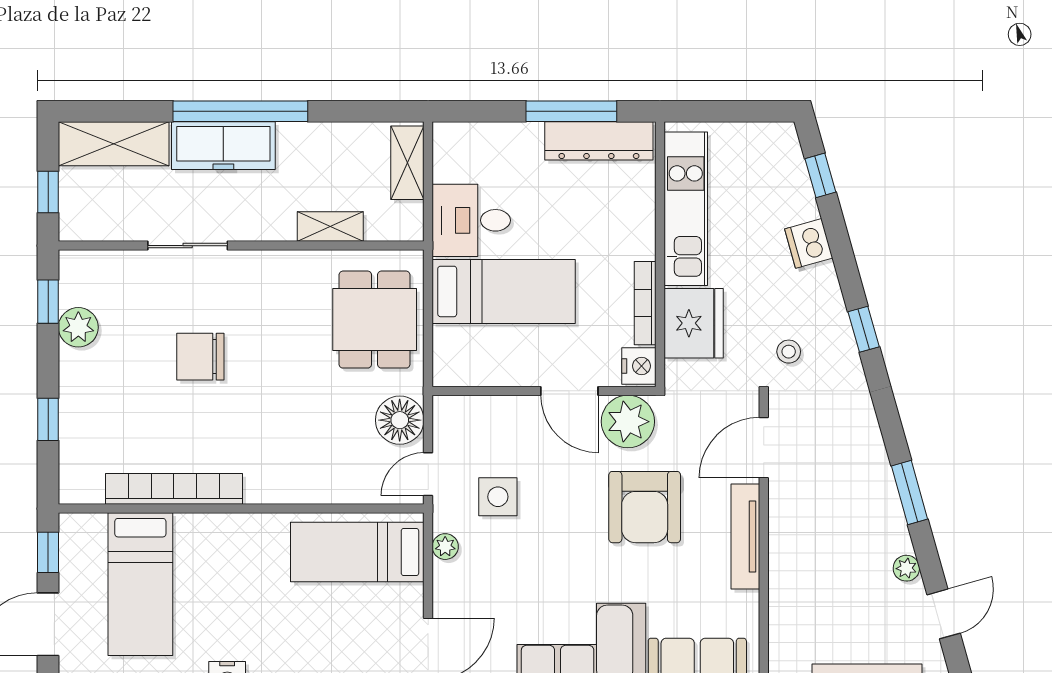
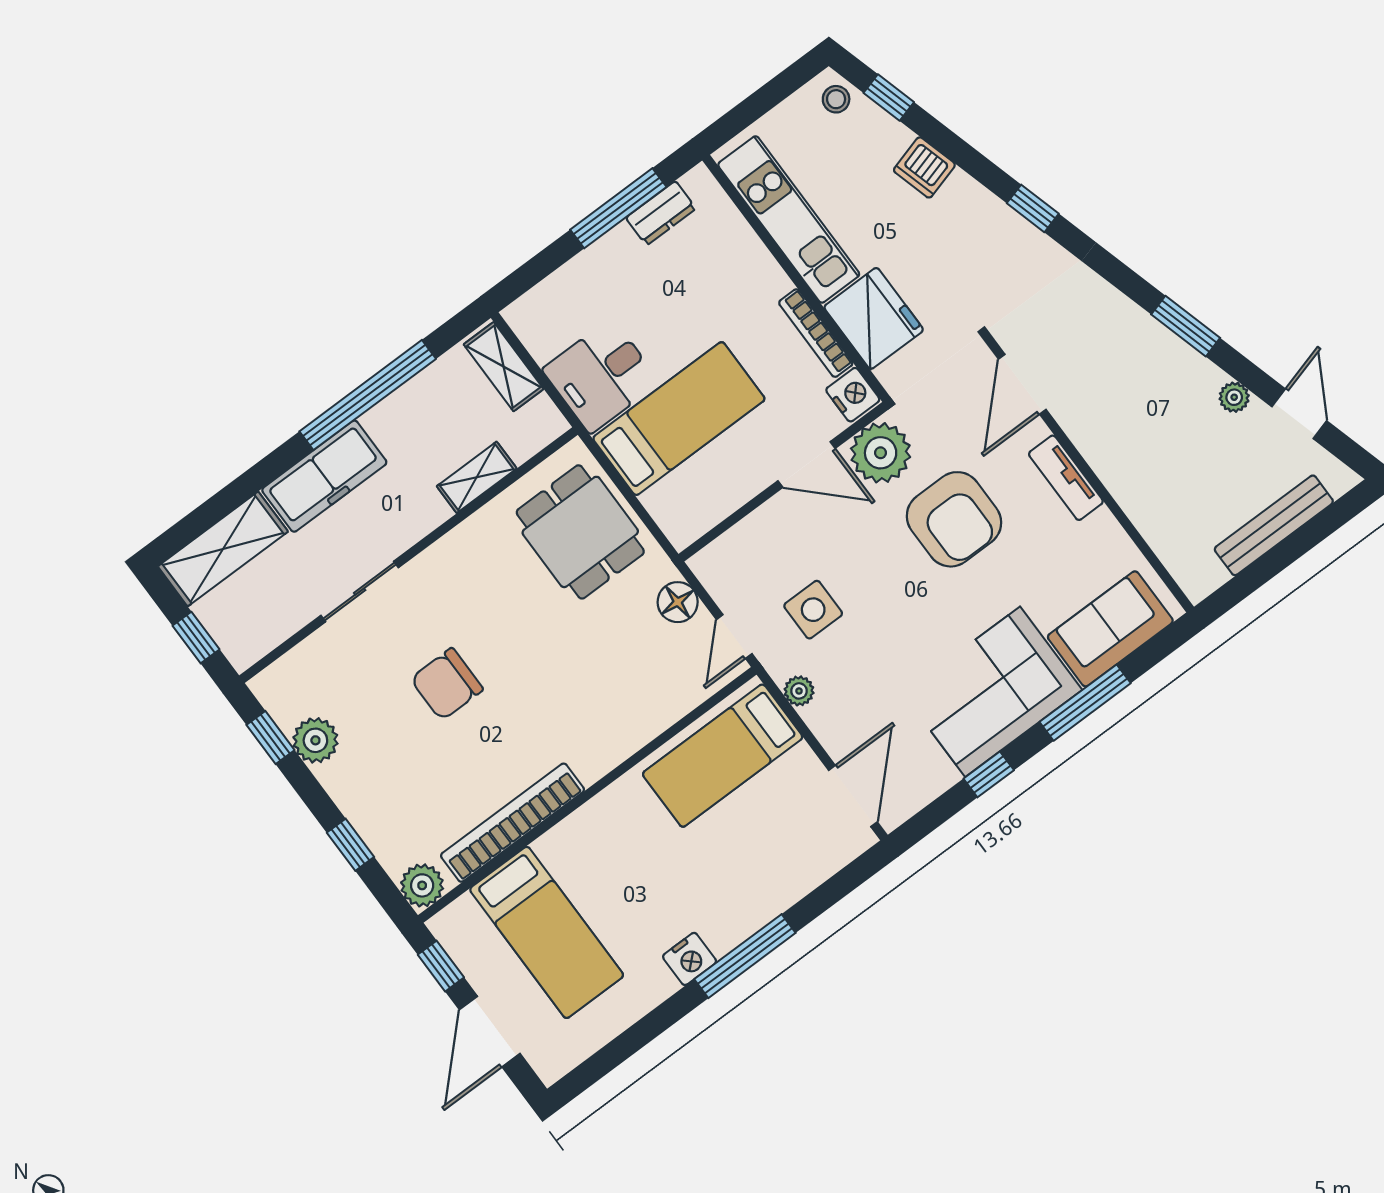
window: (240, 111) -> (368, 395), moved
dresser: (599, 141) -> (661, 213), width x0.51, depth x0.80
stool: (789, 352) -> (836, 99), moved
floor lamp: (400, 420) -> (678, 602), width x0.73, depth x0.73
plant: (77, 486) -> (422, 885), added
tv unit: (745, 536) -> (1066, 478), width x0.71

